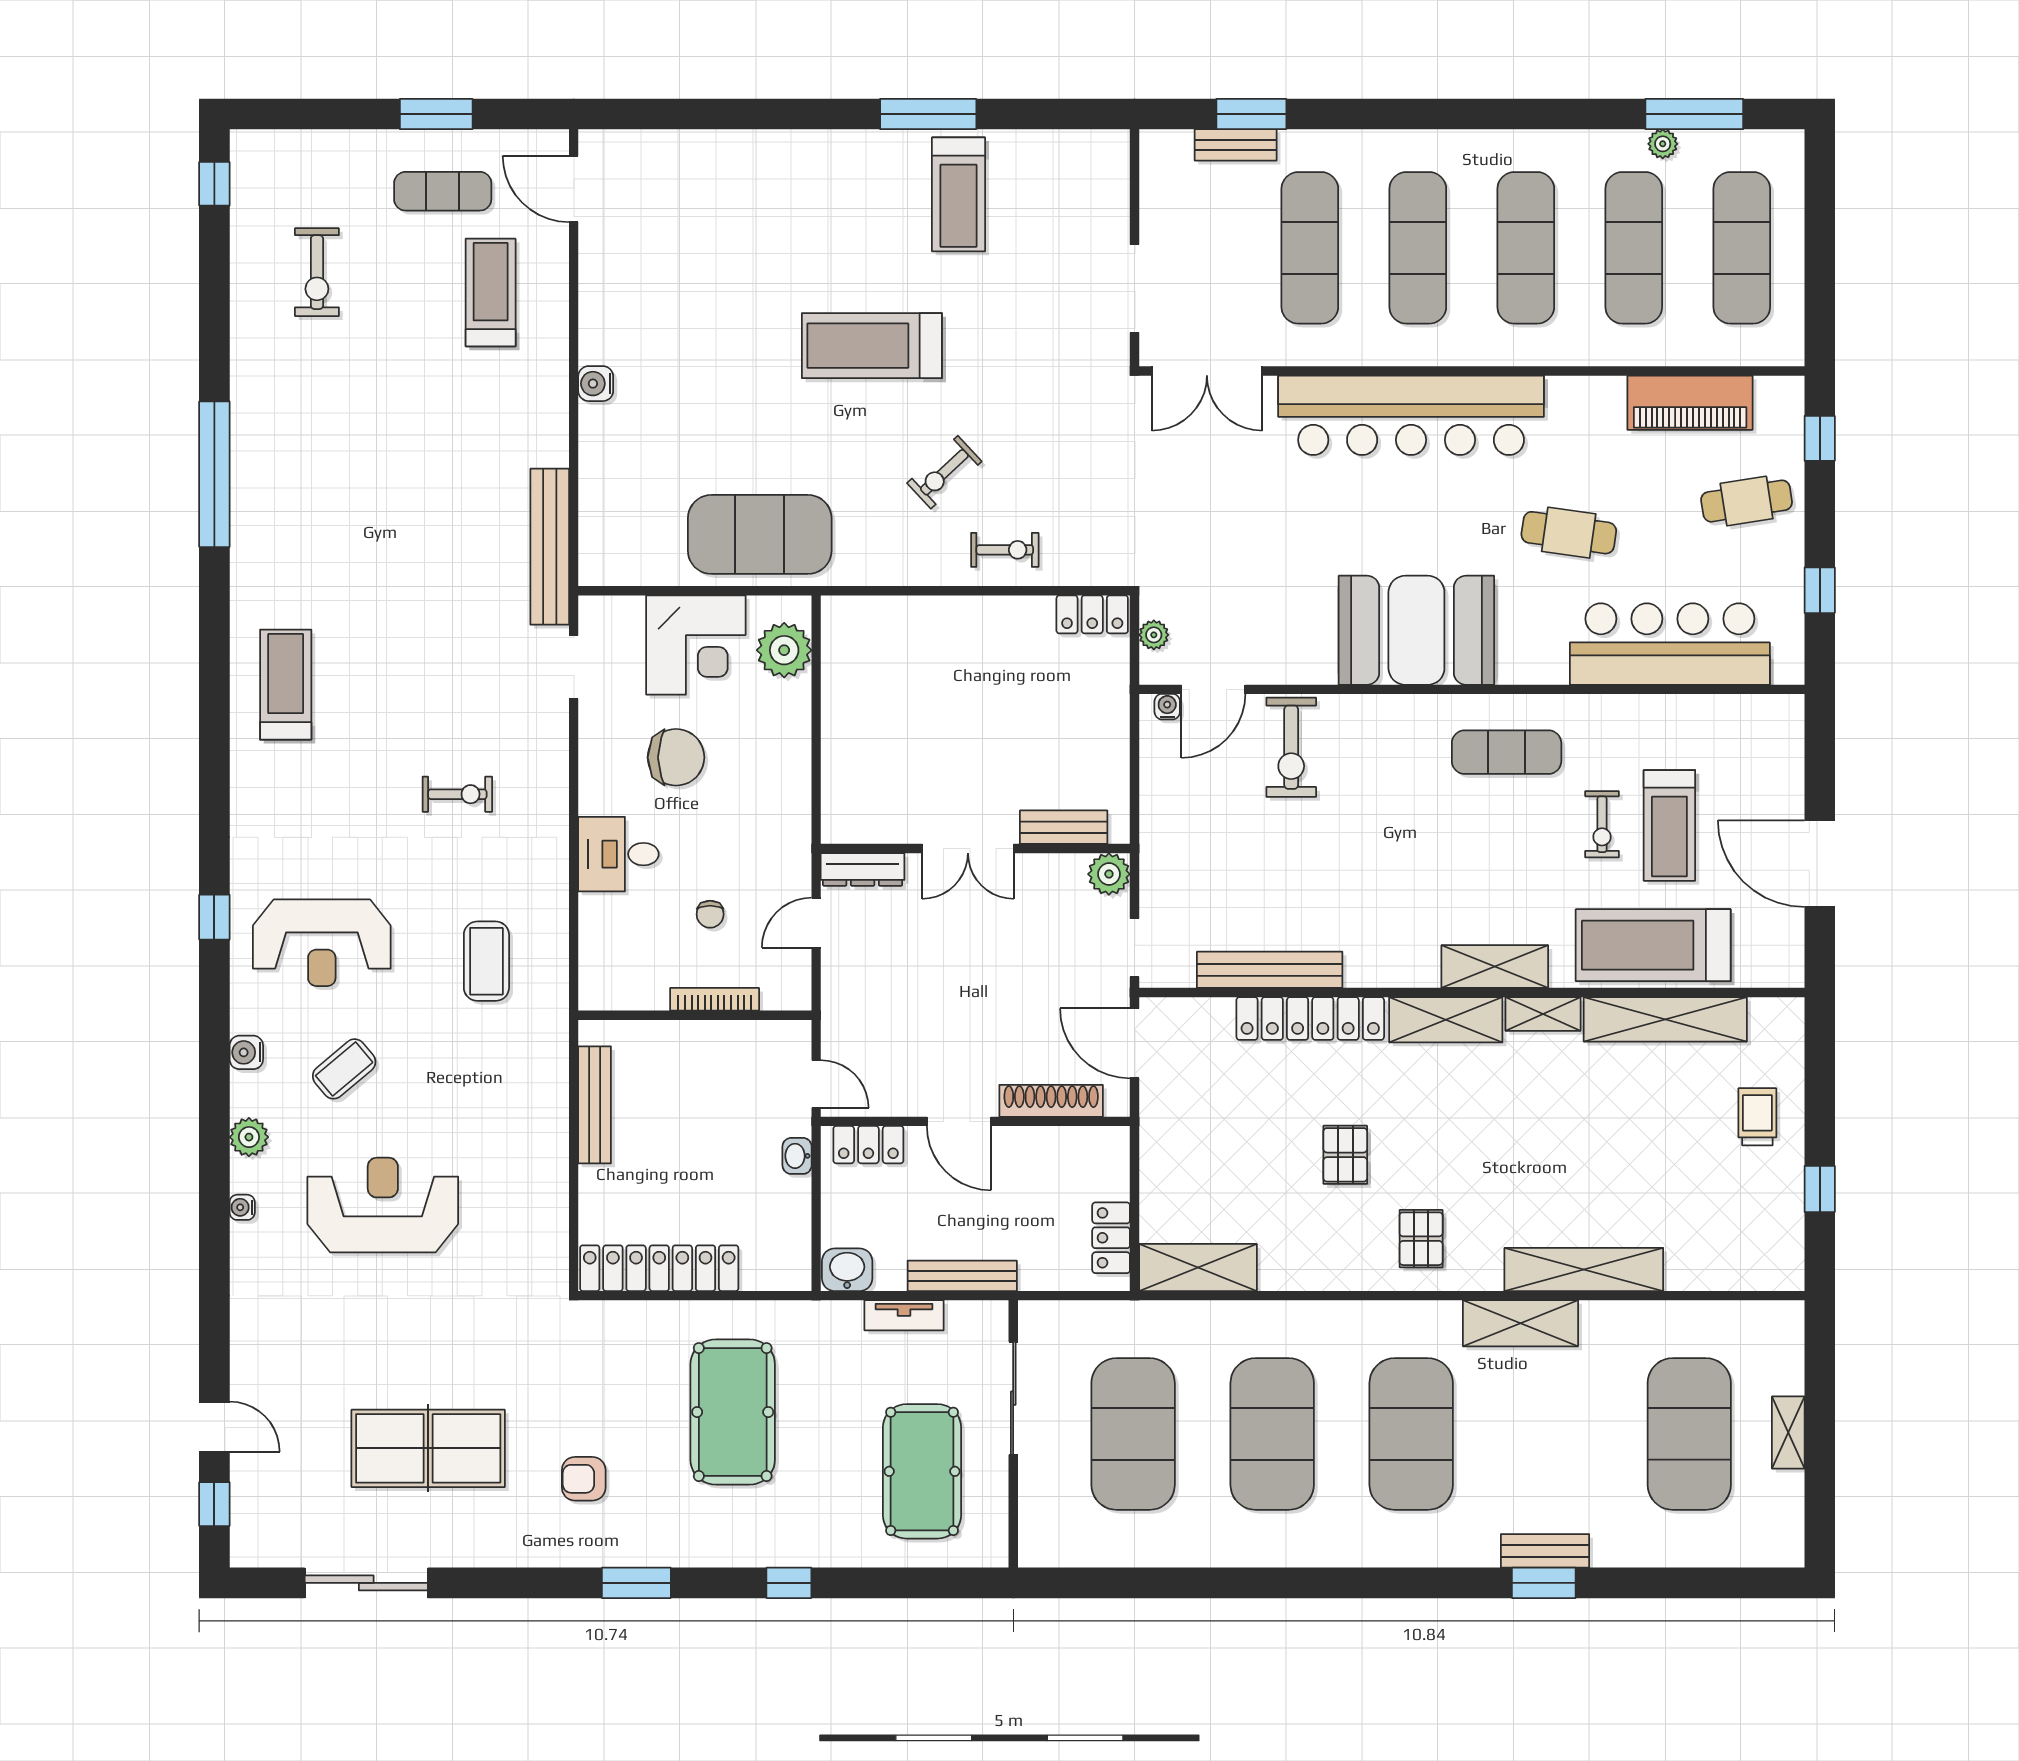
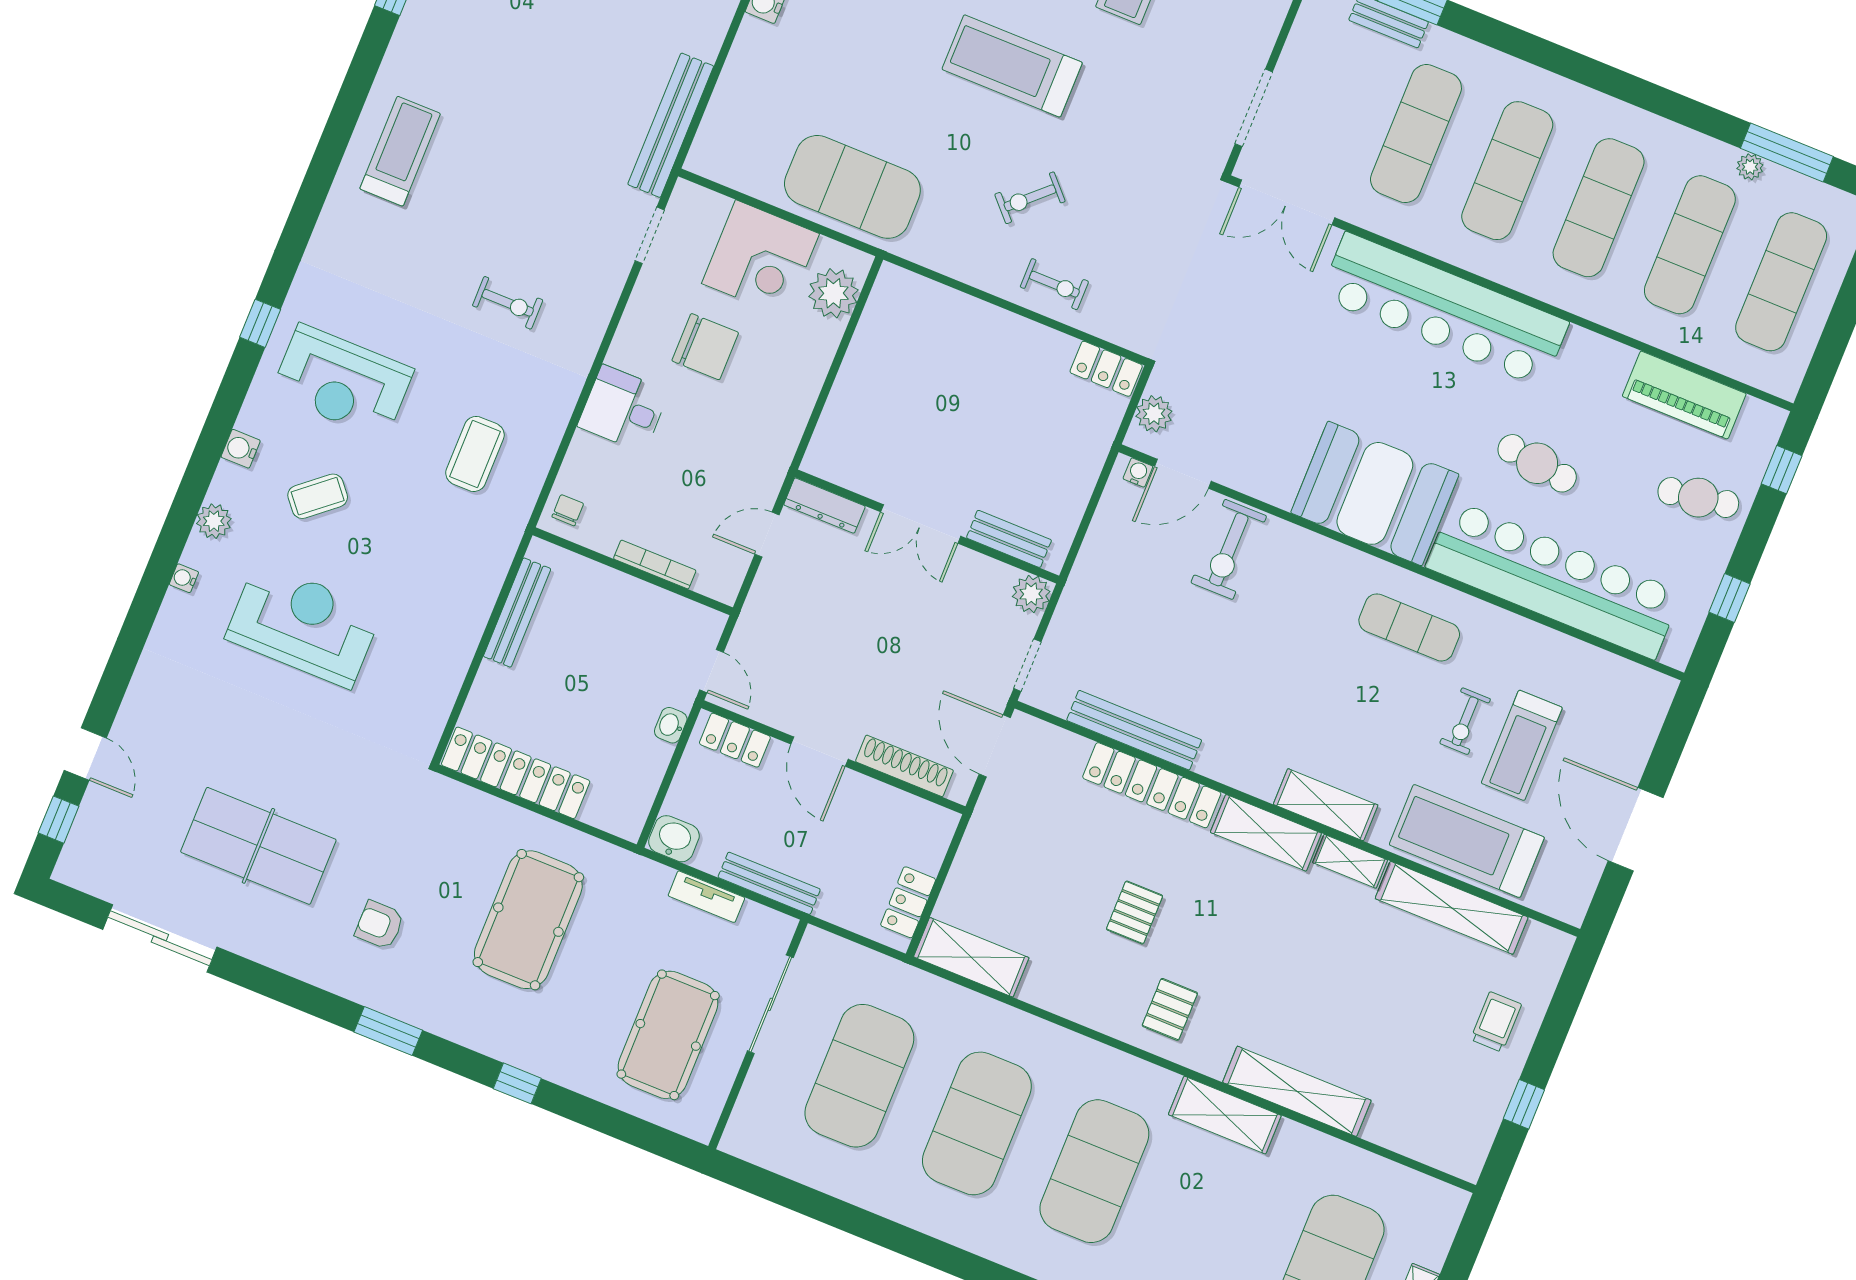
plant: (1154, 635) -> (1154, 414), width x1.38, depth x1.38
bar counter: (1670, 644) -> (1554, 580), width x1.36
chair: (710, 914) -> (568, 510), moved, turned 180

